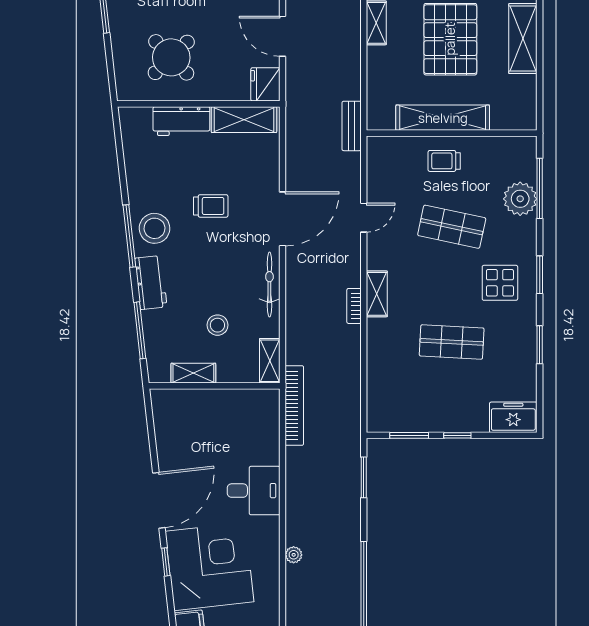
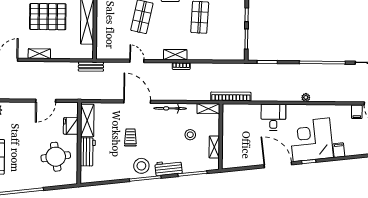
round table: (171, 57) -> (56, 157), turned 36
fridge: (265, 84) -> (71, 126), moved, turned 90
trolley: (444, 161) -> (109, 20), removed

